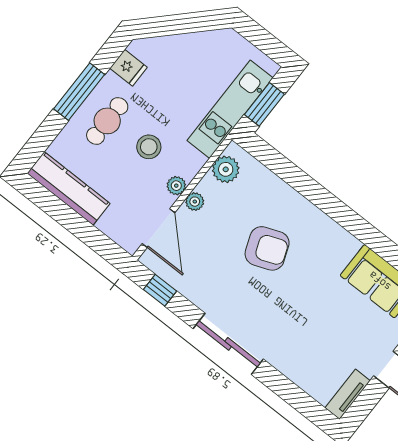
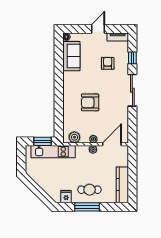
stool: (149, 147) -> (87, 169), removed
armchair: (267, 248) -> (90, 102), turned -69
window: (160, 290) -> (132, 58), moved
armchair: (314, 337) -> (108, 63), added

